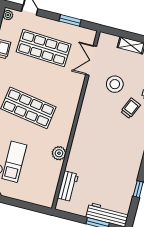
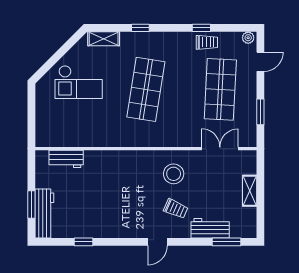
stool: (115, 84) -> (174, 174), moved
plant: (59, 153) -> (102, 139), removed

